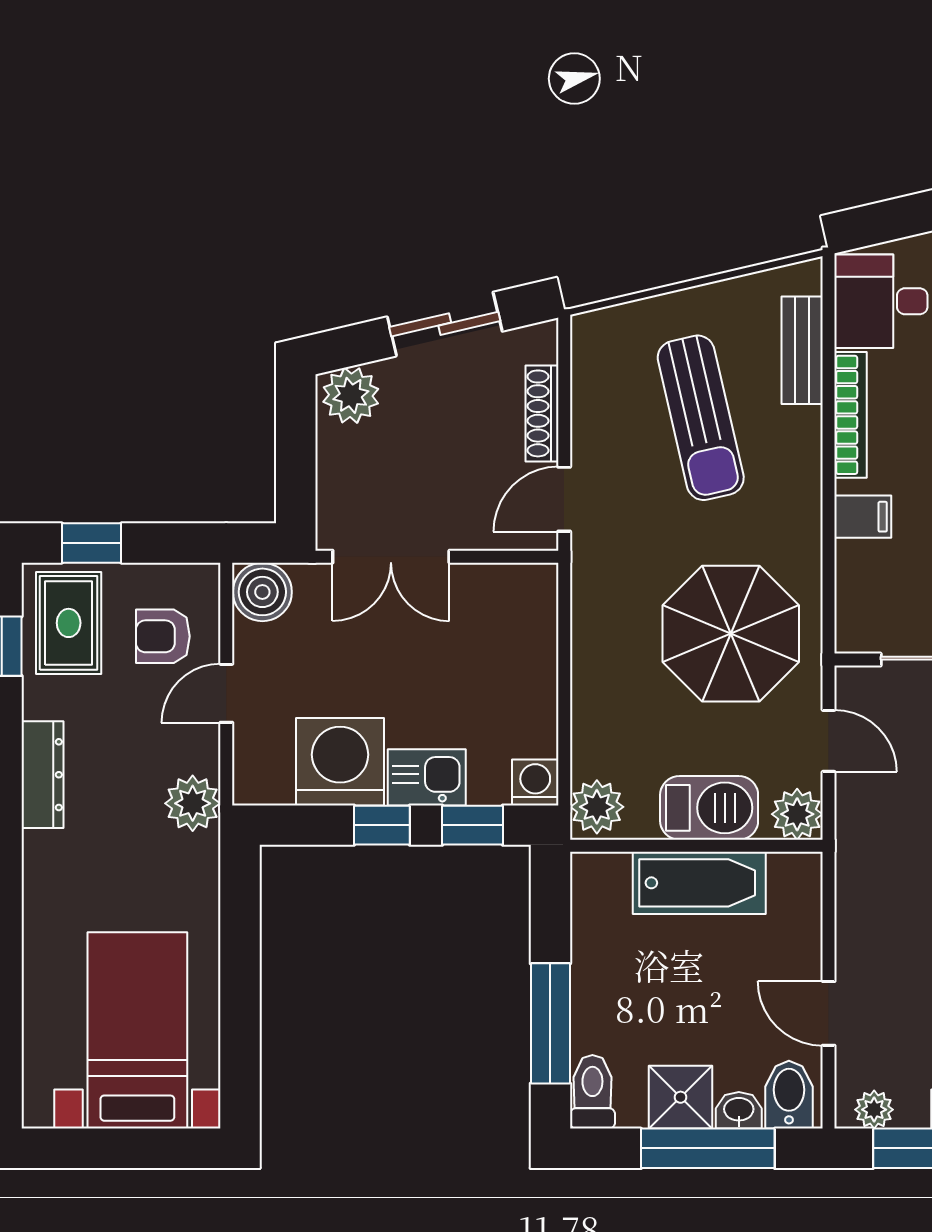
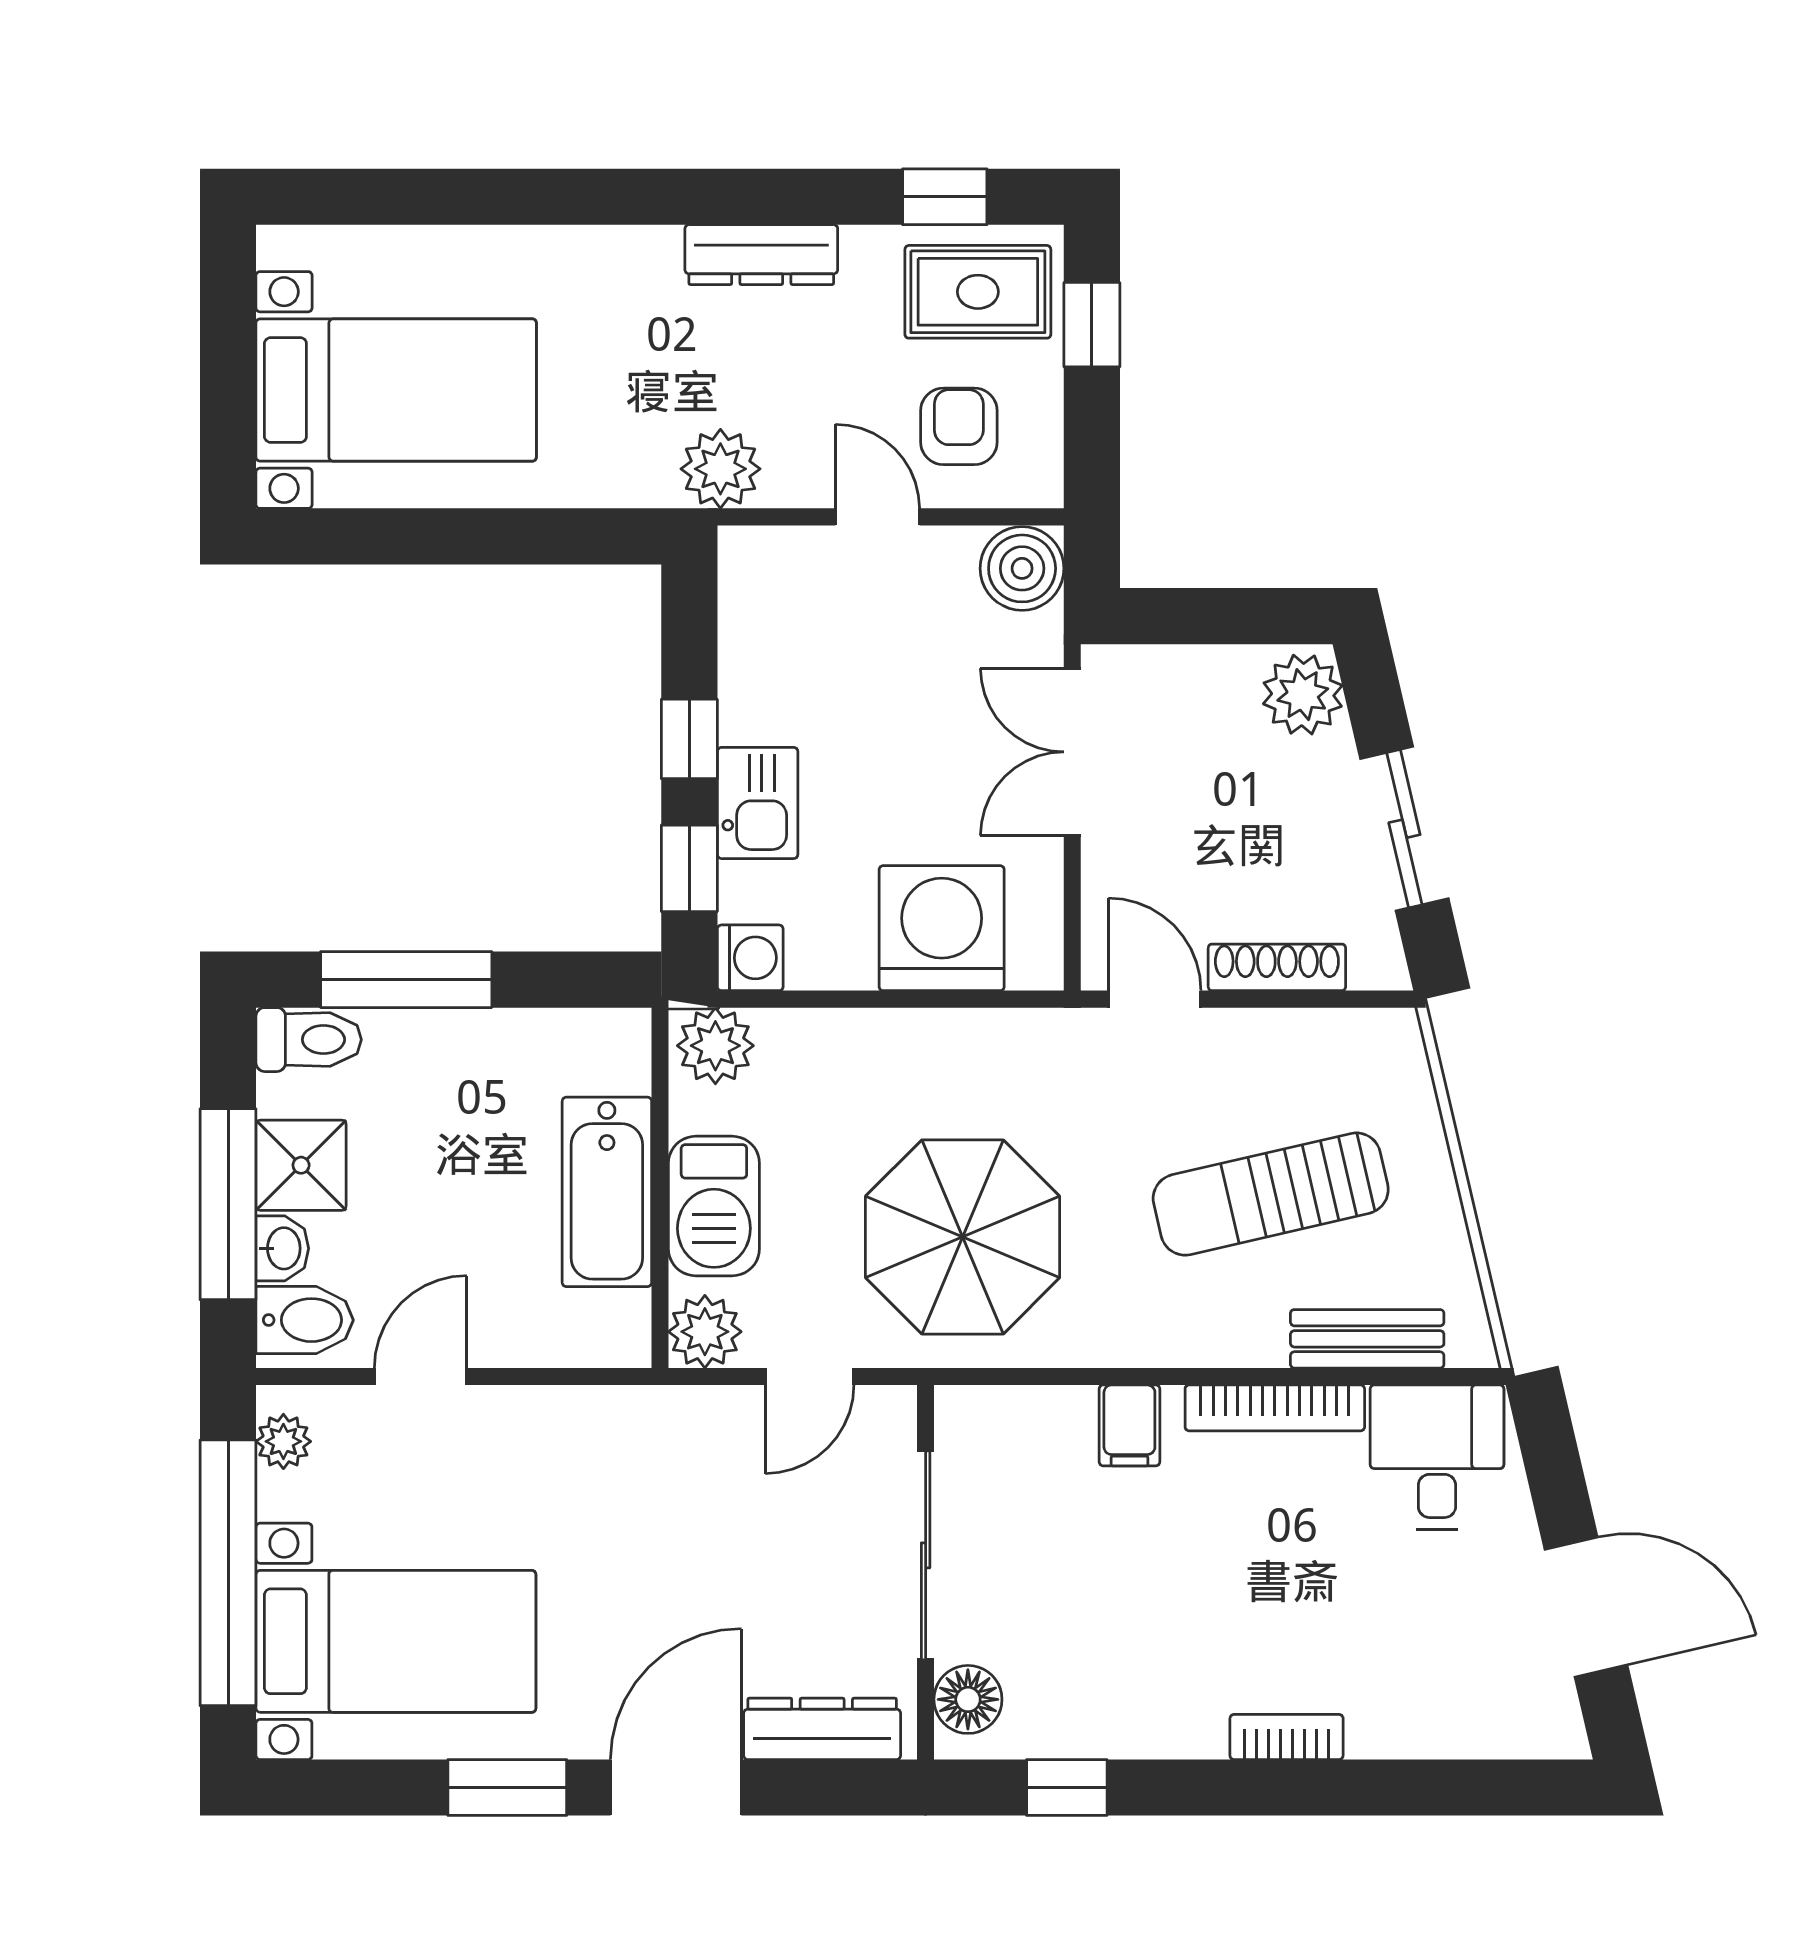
washing machine: (340, 762) -> (942, 928), moved, turned -90

